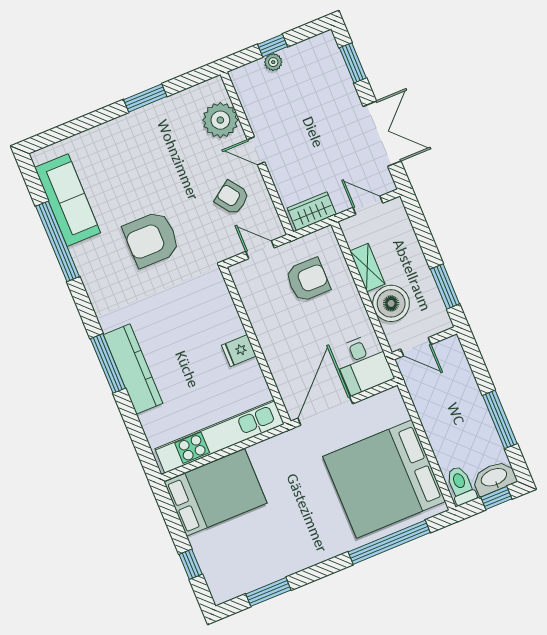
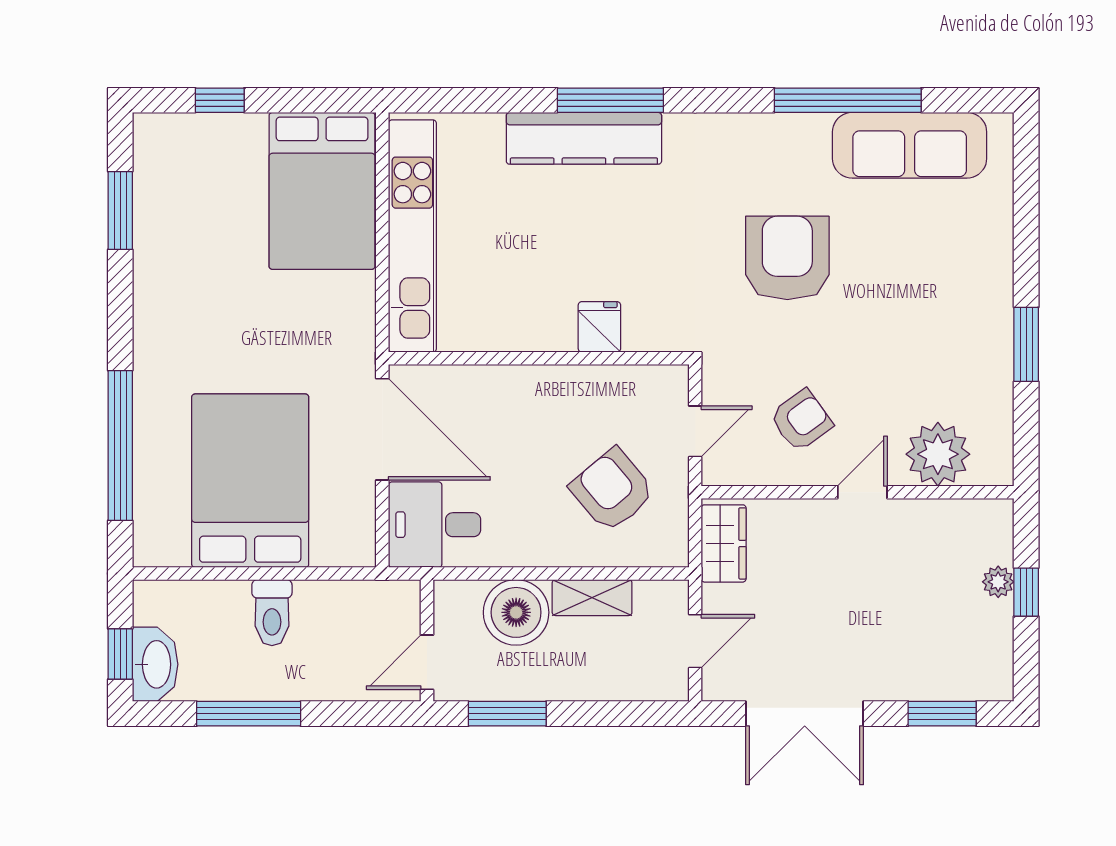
armchair: (308, 280) -> (612, 490), turned 140
door: (416, 347) -> (427, 662), moved
fridge: (239, 351) -> (599, 327), moved
bed: (384, 479) -> (250, 481), width x0.73
toilet: (461, 485) -> (272, 613), moved, turned 90

